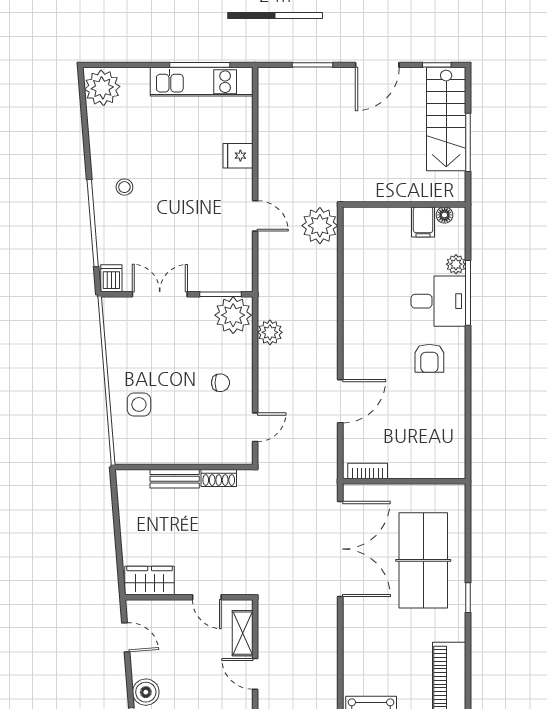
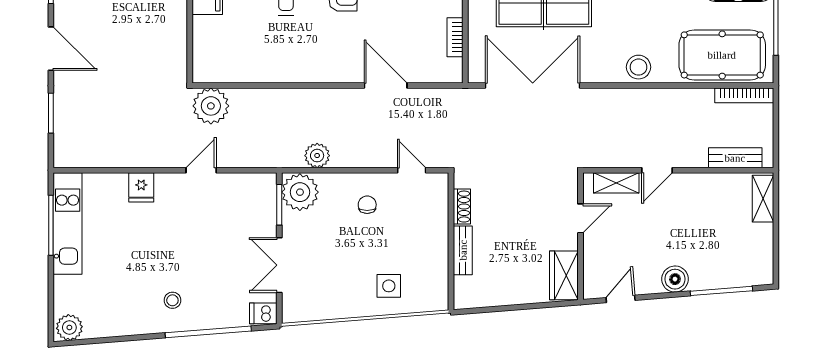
plant: (102, 88) -> (69, 327), width x0.73, depth x0.73
bookcase: (368, 471) -> (455, 37), moved
stool: (359, 655) -> (639, 67), added

